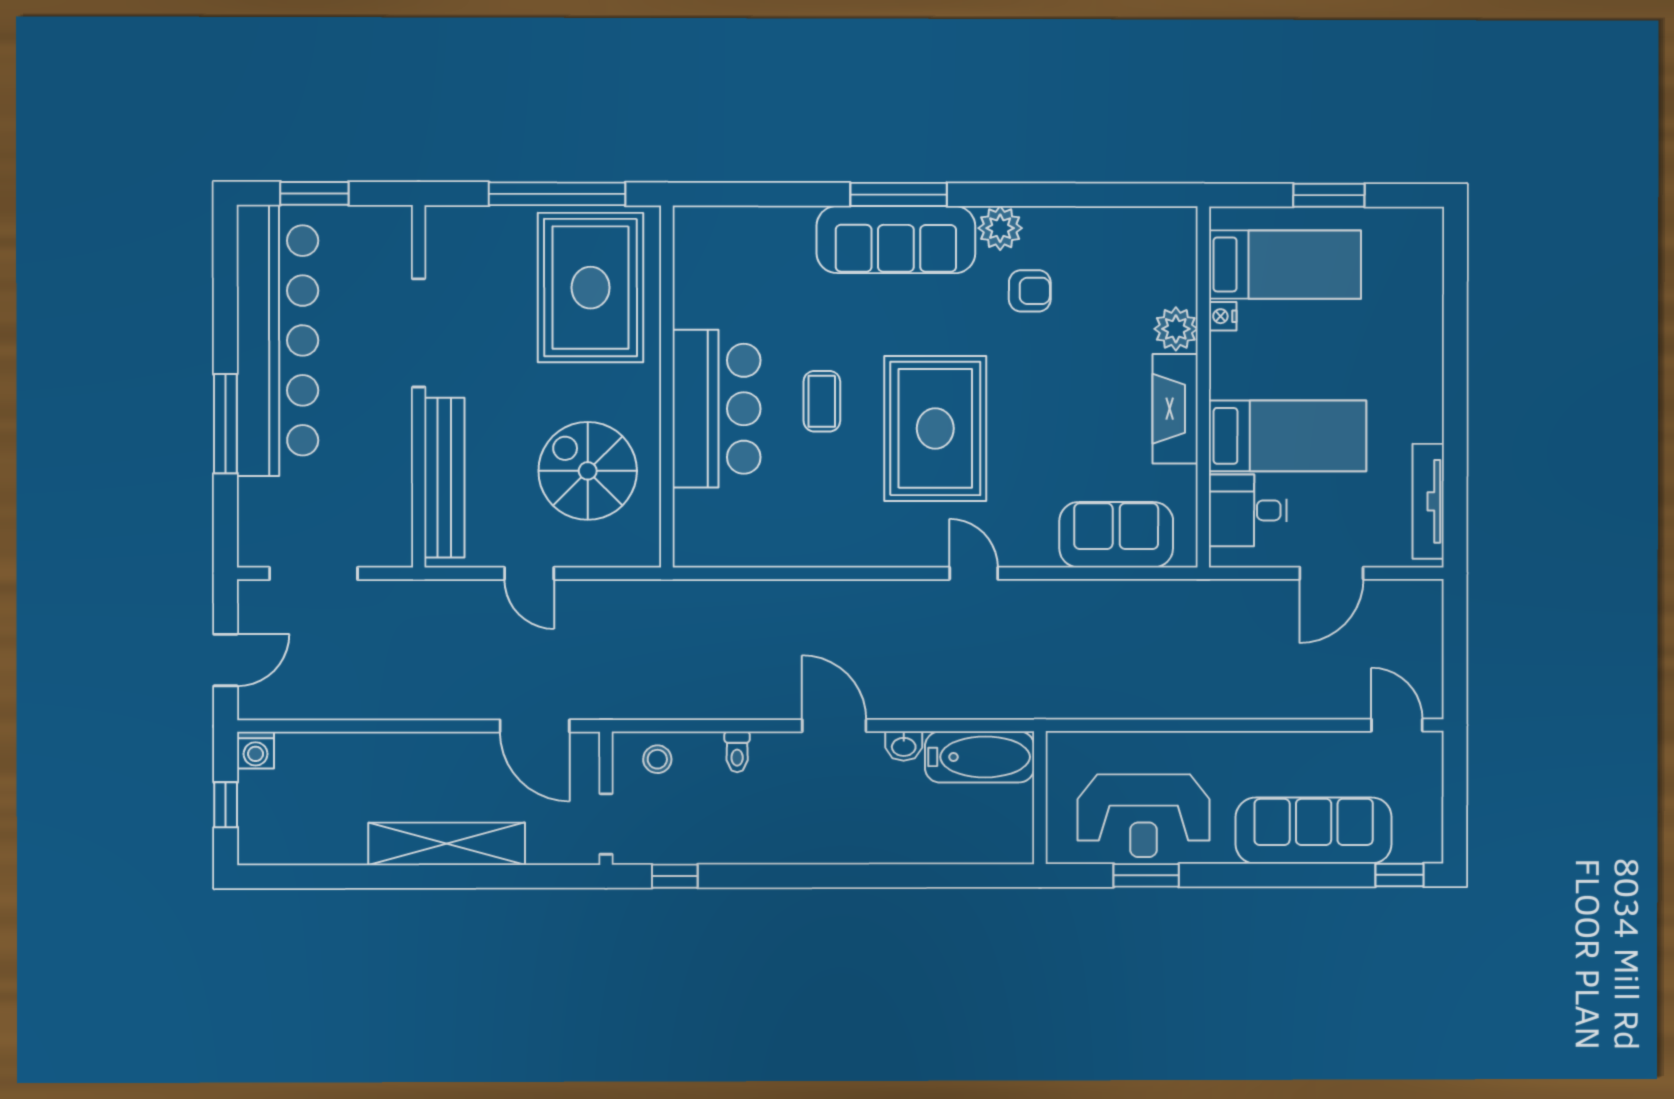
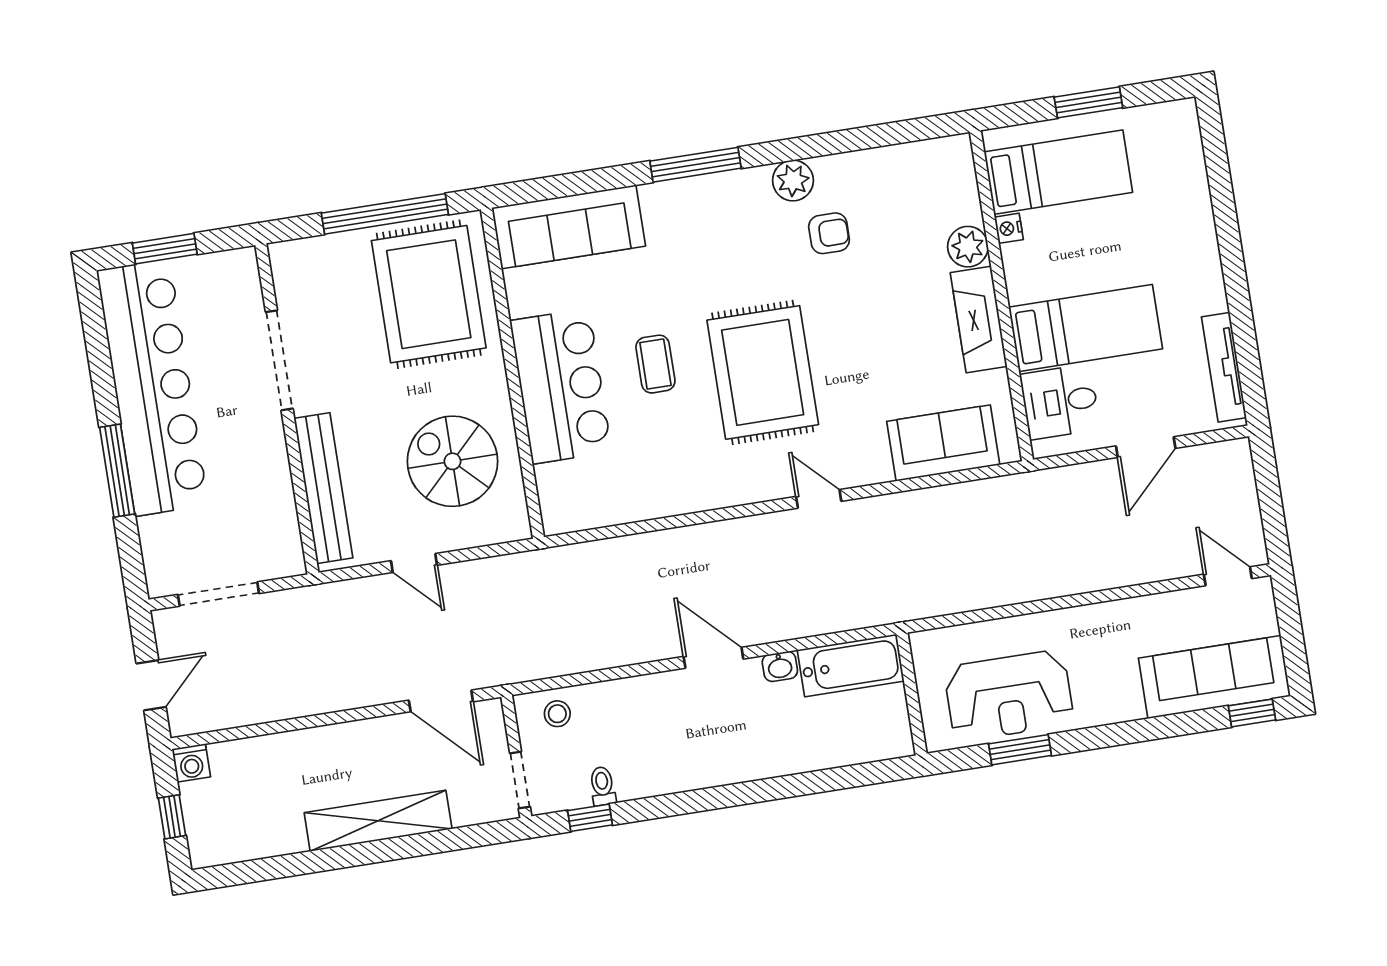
sofa: (896, 240) -> (569, 227), moved
toilet: (737, 752) -> (602, 786), moved, turned 180
sofa: (1314, 831) -> (1214, 677), moved

